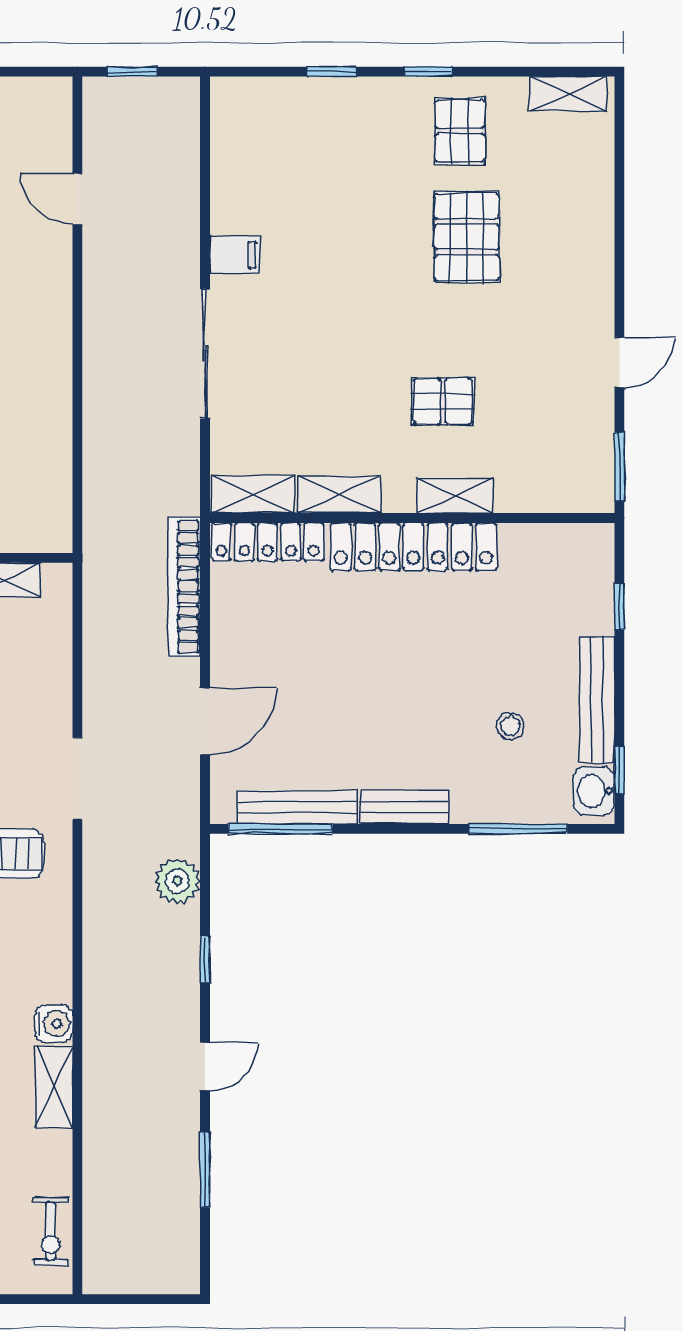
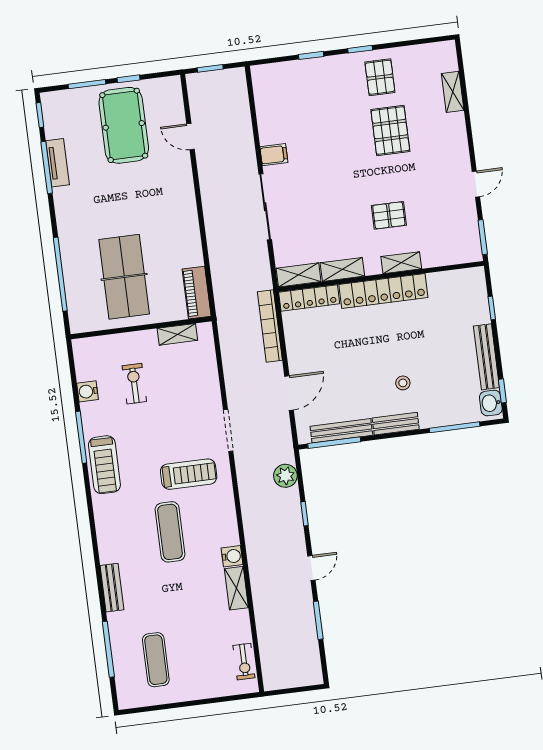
shelving: (568, 94) -> (453, 92), moved, turned 90
piano: (50, 503) -> (197, 293), added
stool: (510, 726) -> (403, 383), moved

